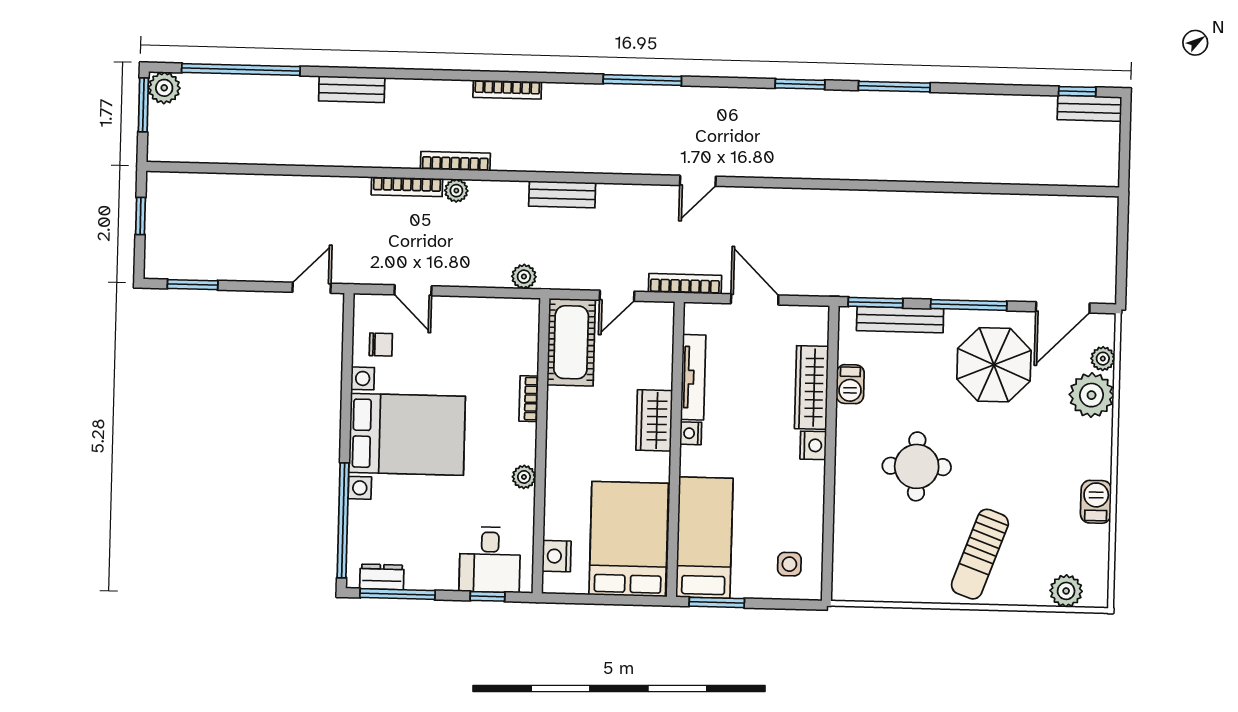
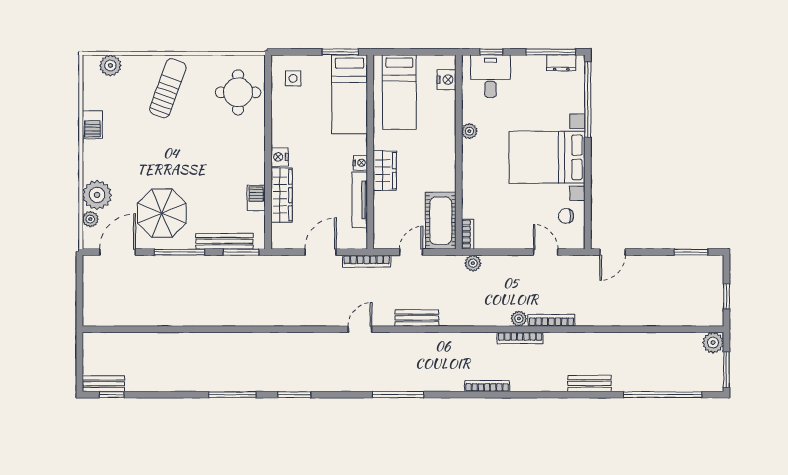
plant: (164, 88) -> (713, 343), moved
bench: (562, 194) -> (417, 318), moved
door: (755, 299) -> (321, 252), swing flipped
bookcase: (529, 399) -> (468, 234), moved
round table: (917, 466) -> (238, 92), moved
bed: (629, 539) -> (399, 92), width x0.67

